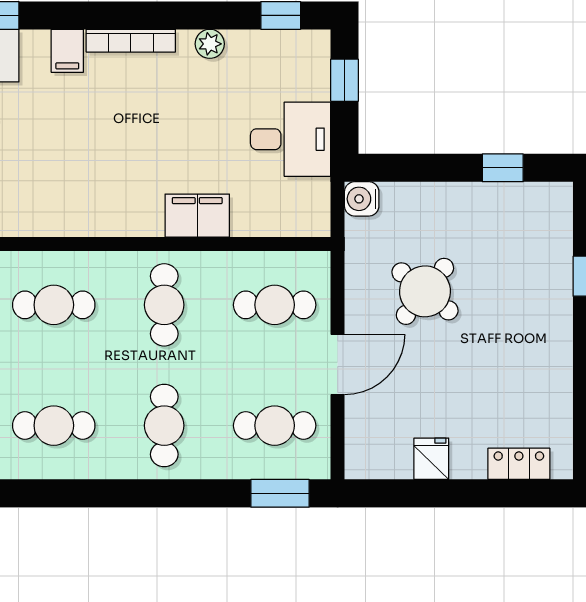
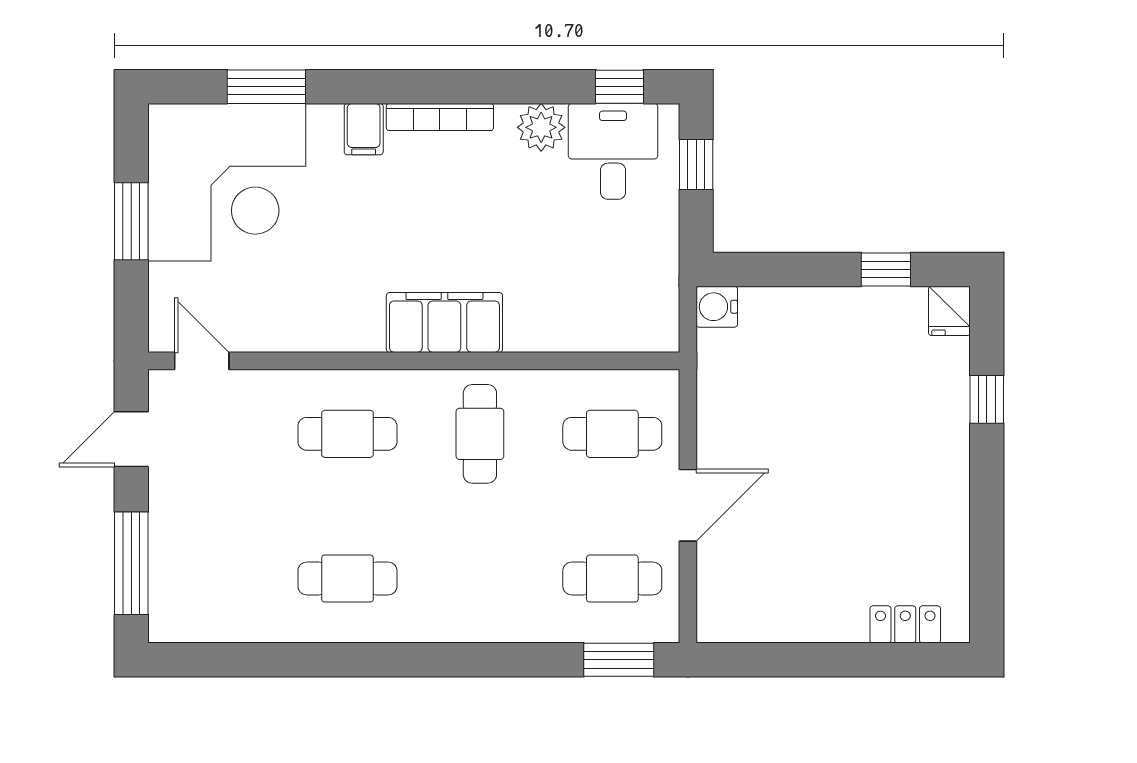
plant: (210, 44) -> (541, 127), width x1.38, depth x1.38
desk: (291, 139) -> (613, 151), moved, turned -90
filing cabinet: (197, 216) -> (444, 322), moved, width x1.50, depth x1.17
round table: (425, 291) -> (793, 418), removed
cafe table: (164, 426) -> (480, 579), removed
fridge: (431, 459) -> (949, 311), moved, turned 180

